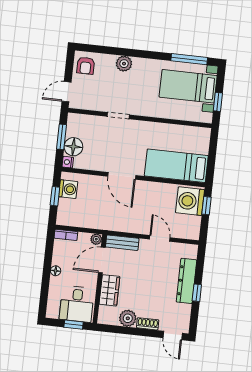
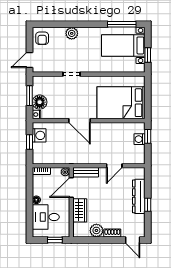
bed: (176, 166) -> (121, 103), width x1.50
washing machine: (190, 201) -> (139, 139), width x0.53, depth x0.53
door: (160, 238) -> (114, 166), swing flipped
desk: (77, 304) -> (46, 217), moved, turned 90

